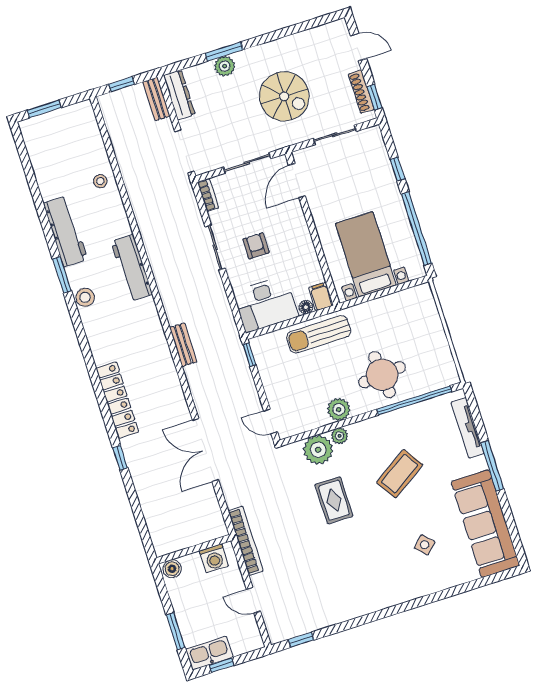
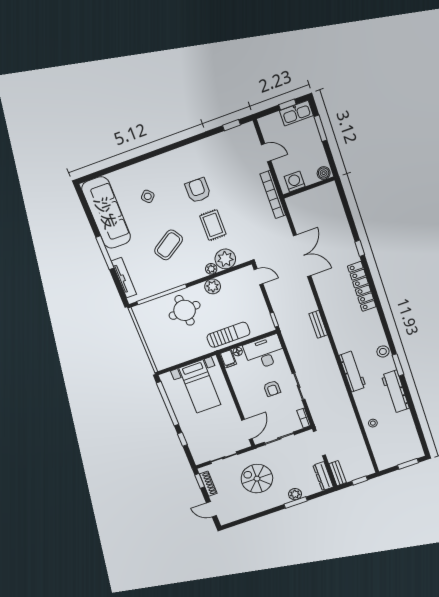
armchair: (353, 551) -> (198, 190), added

